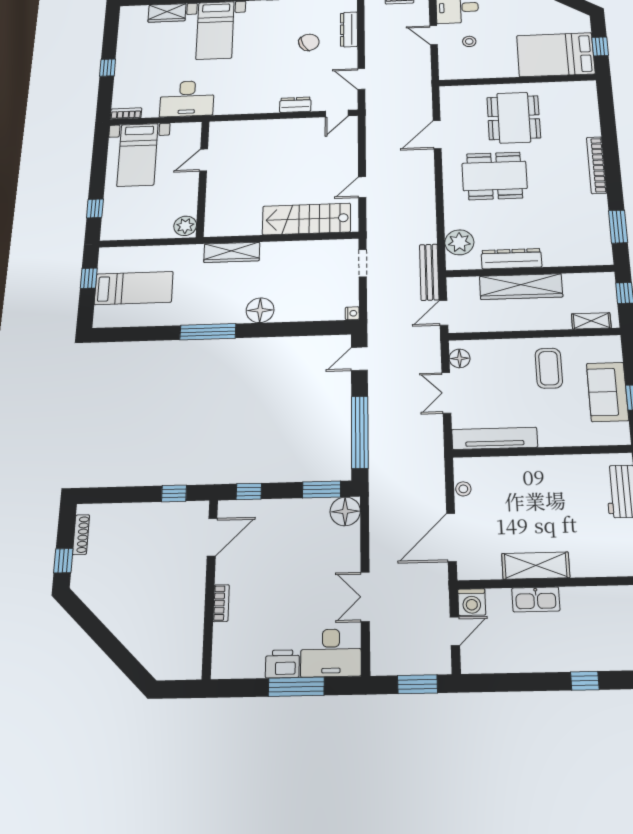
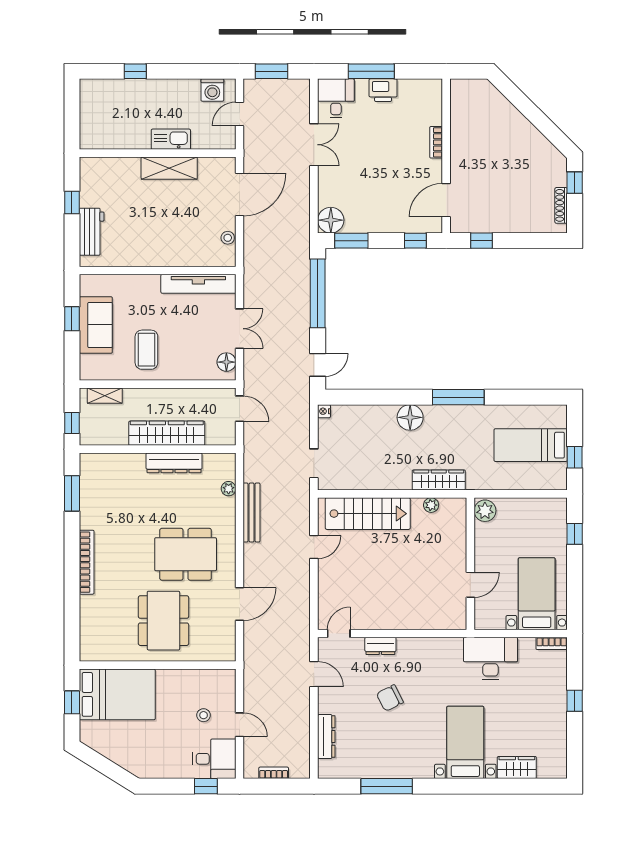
chair: (309, 42) -> (390, 698), moved
plant: (241, 229) -> (431, 505), added
plant: (459, 242) -> (229, 489), width x0.53, depth x0.53
bench: (429, 272) -> (252, 512), moved
door: (444, 313) -> (240, 409), hinge flipped
washing machine: (472, 602) -> (212, 90), moved, turned 180
desk: (331, 653) -> (336, 98), width x0.73

